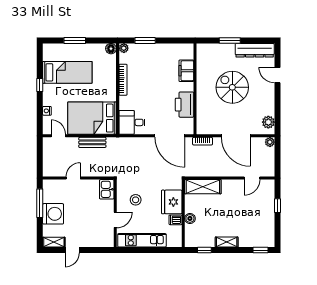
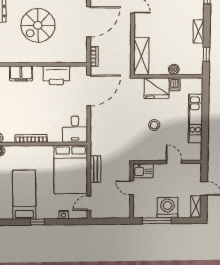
kitchen sink: (107, 189) -> (143, 171), moved
wall: (115, 213) -> (167, 162), moved
door: (115, 220) -> (174, 162), moved

